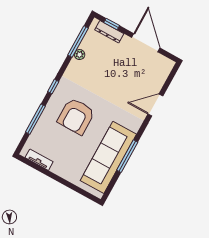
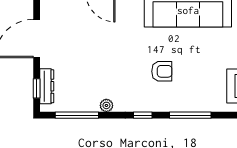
plant: (80, 55) -> (106, 105), moved
armchair: (76, 116) -> (162, 71), width x0.53, depth x0.53

